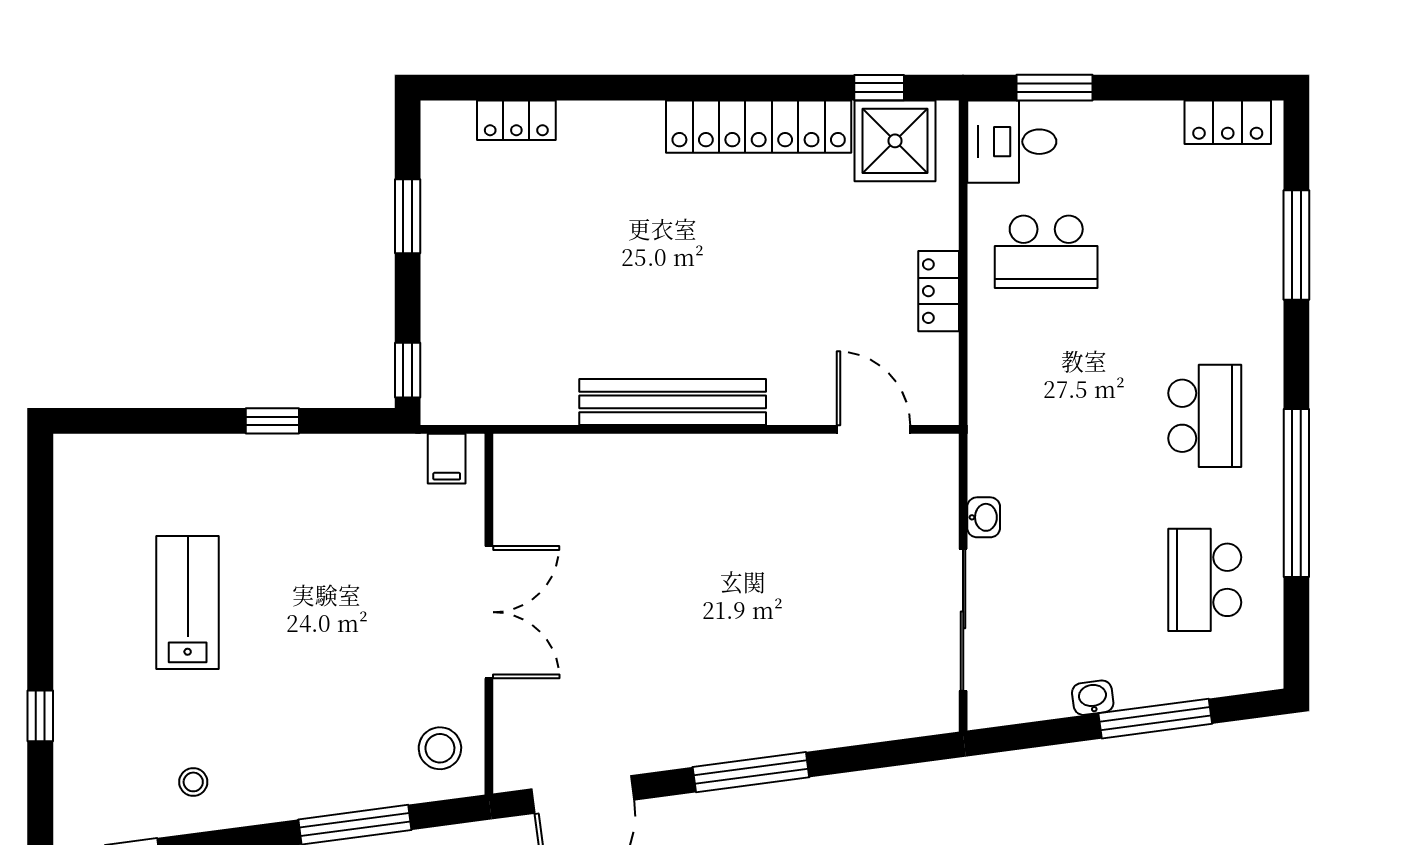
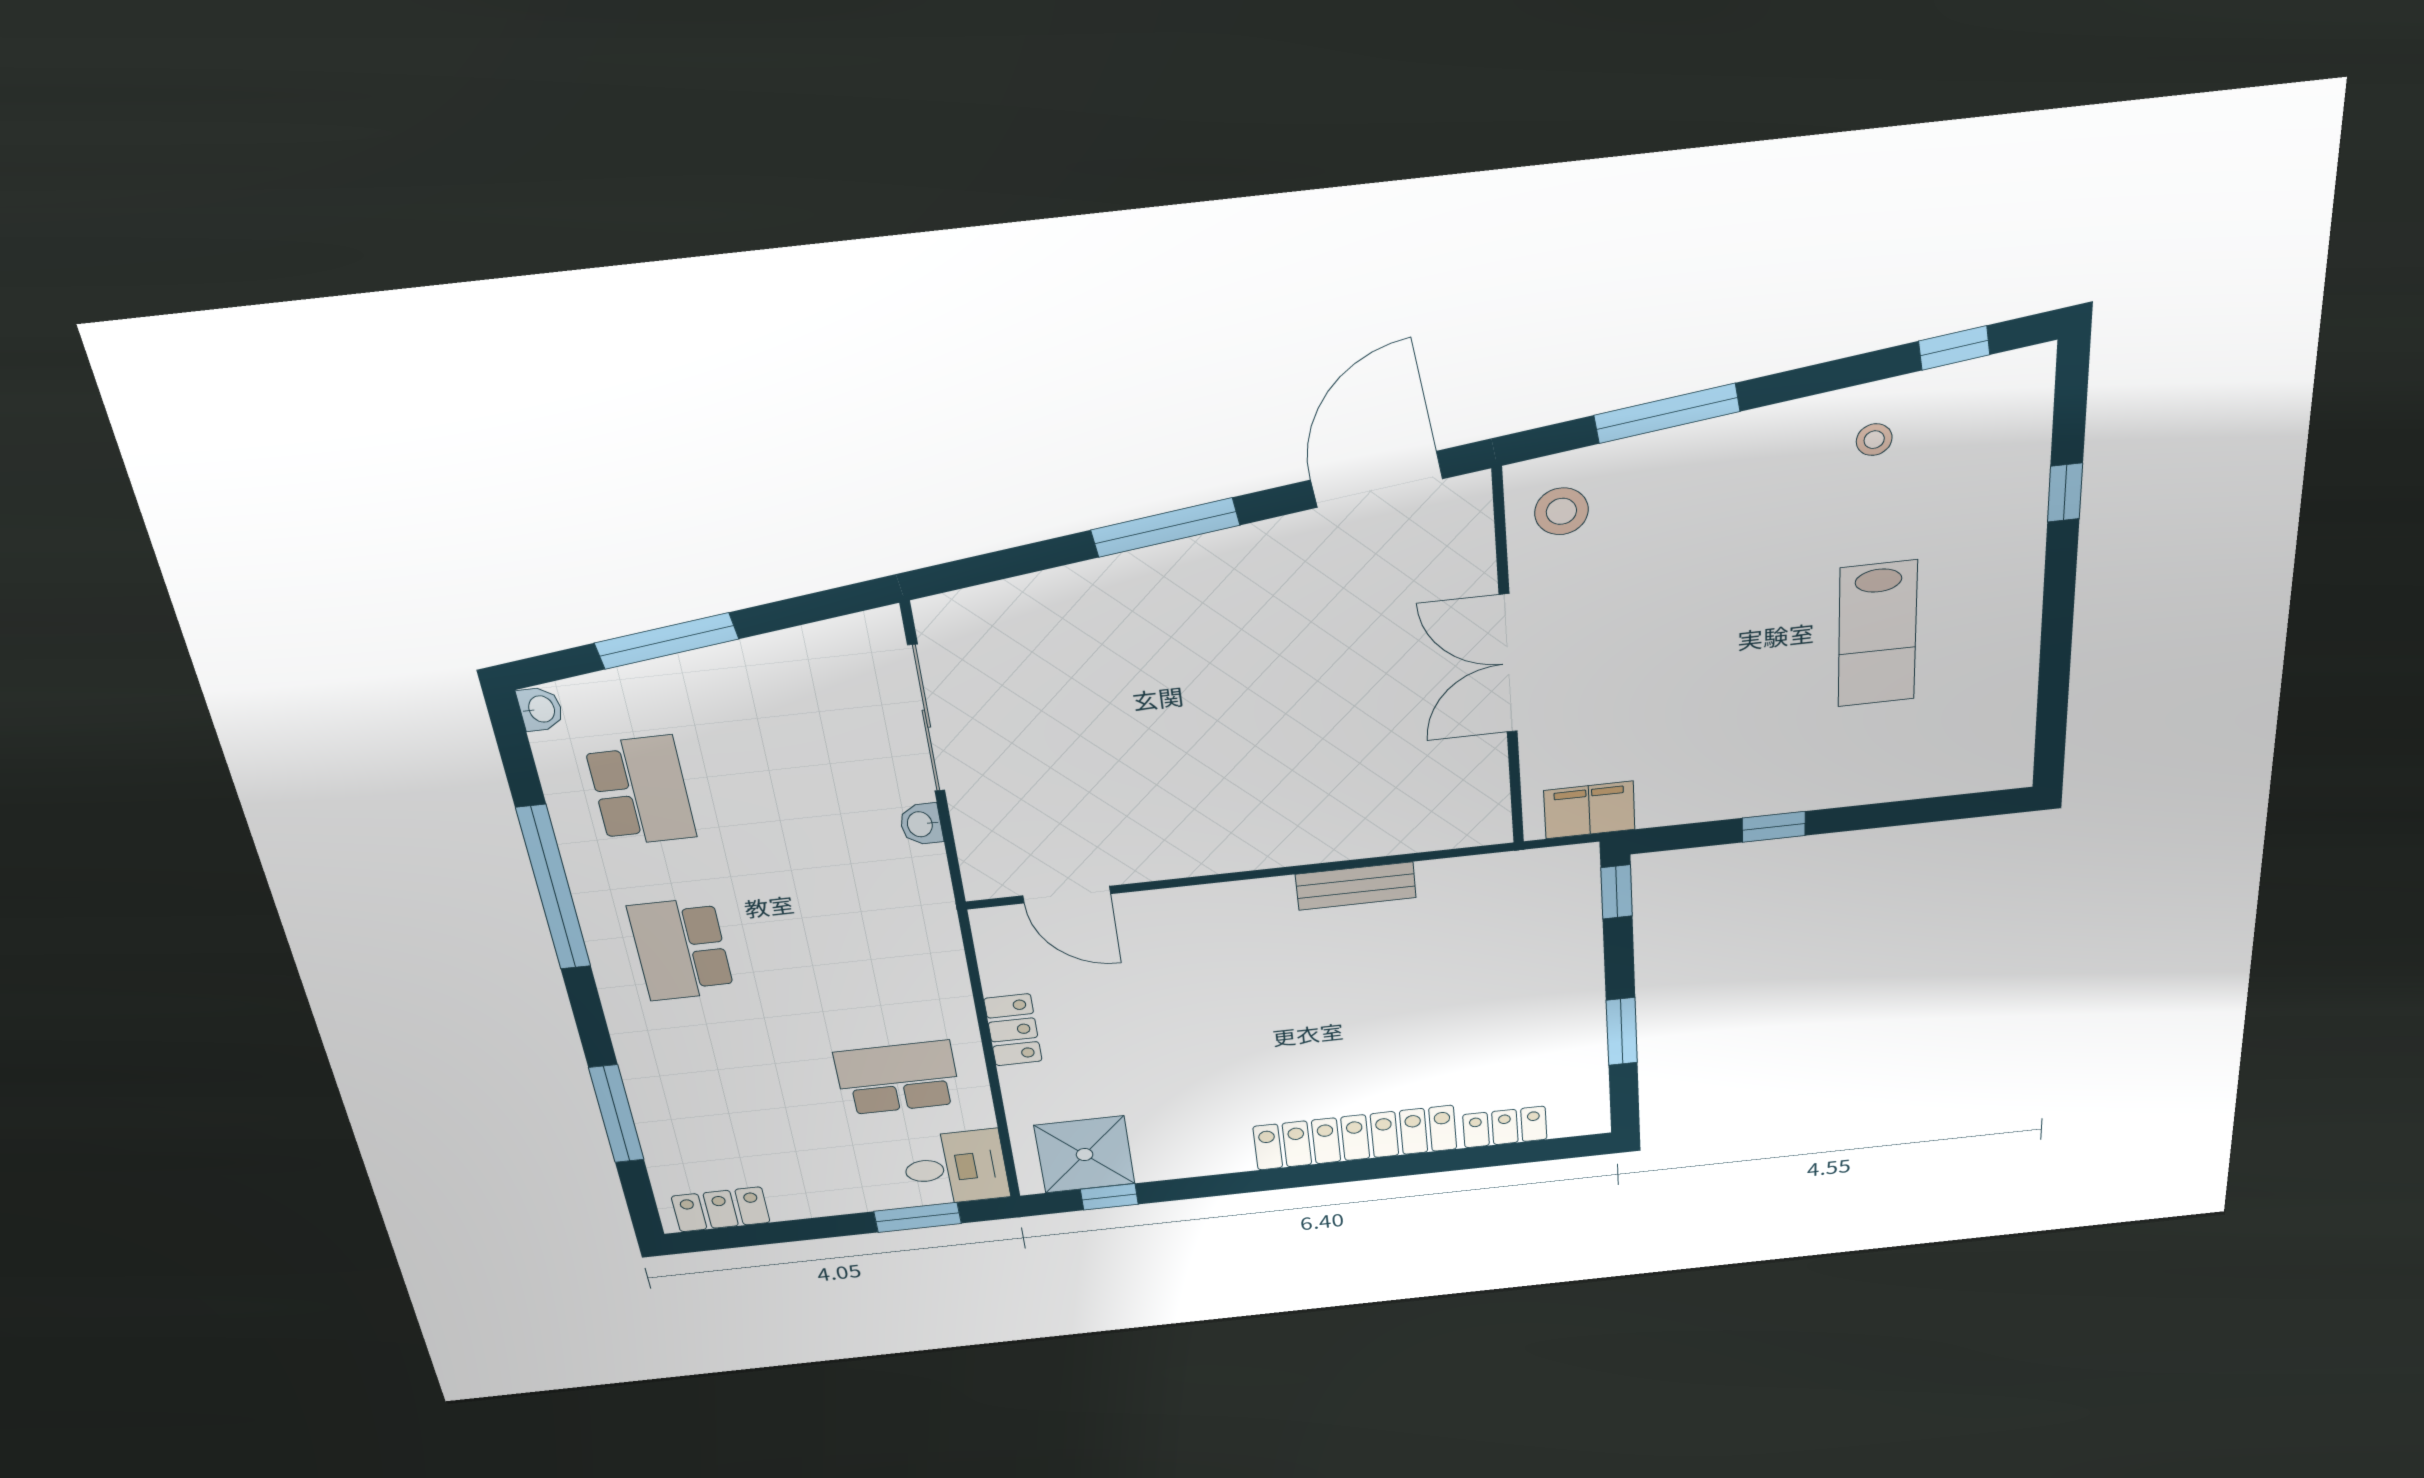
locker: (759, 127) -> (1355, 1138), moved
bench: (673, 402) -> (1356, 886), width x0.54, depth x0.82
filing cabinet: (447, 459) -> (1589, 810), width x2.00
washbasin: (1093, 698) -> (540, 709), moved, turned -82

